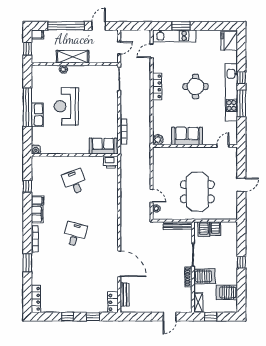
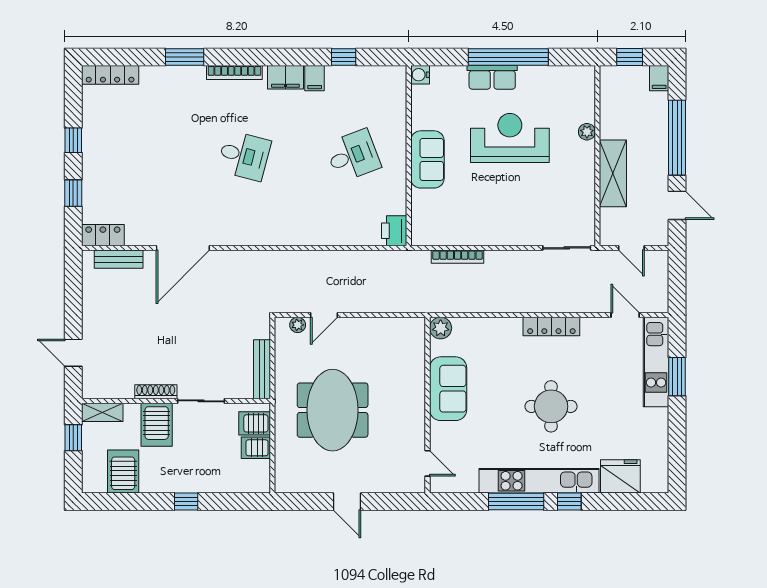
fridge: (229, 41) -> (620, 476), moved
shelving: (73, 57) -> (613, 173), moved
sofa: (103, 146) -> (427, 159), moved
meeting table: (197, 192) -> (333, 410), turned 90

